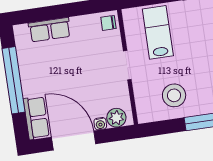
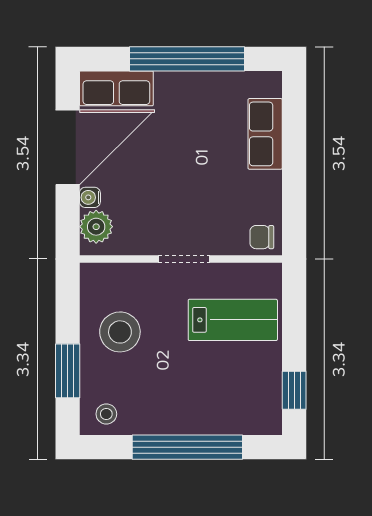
chair: (108, 23) -> (262, 237), turned -90

